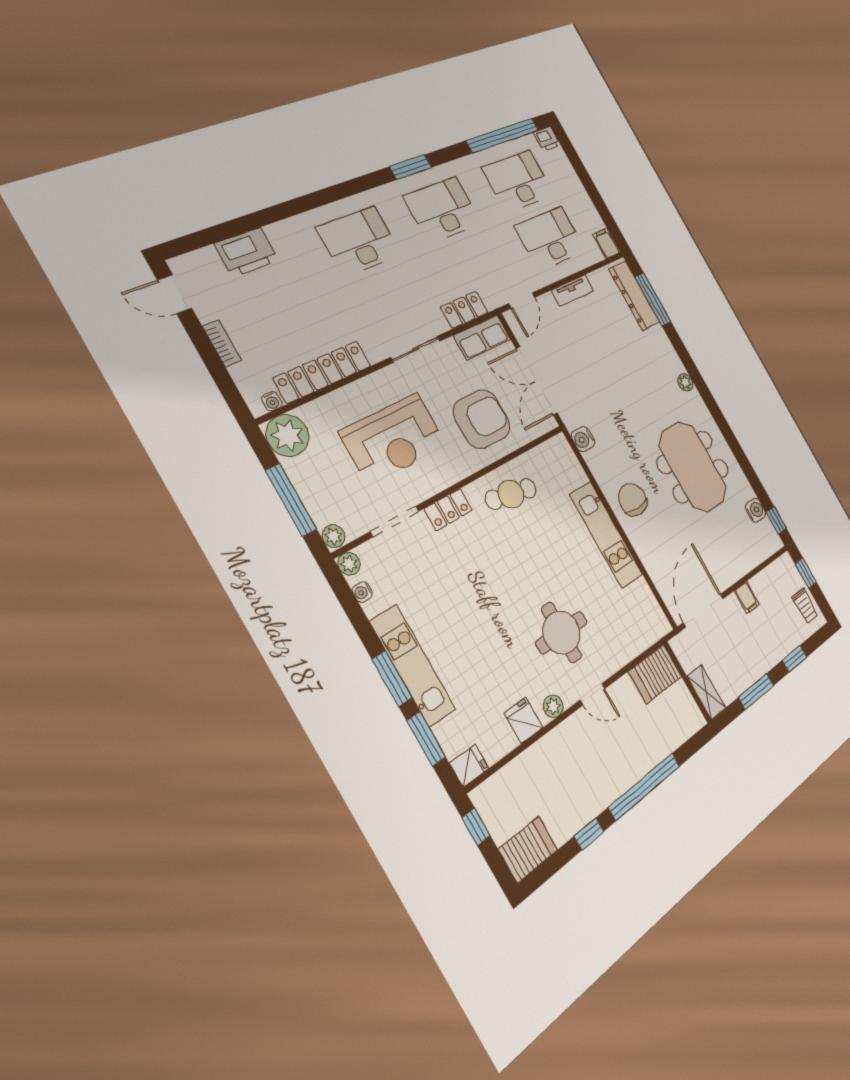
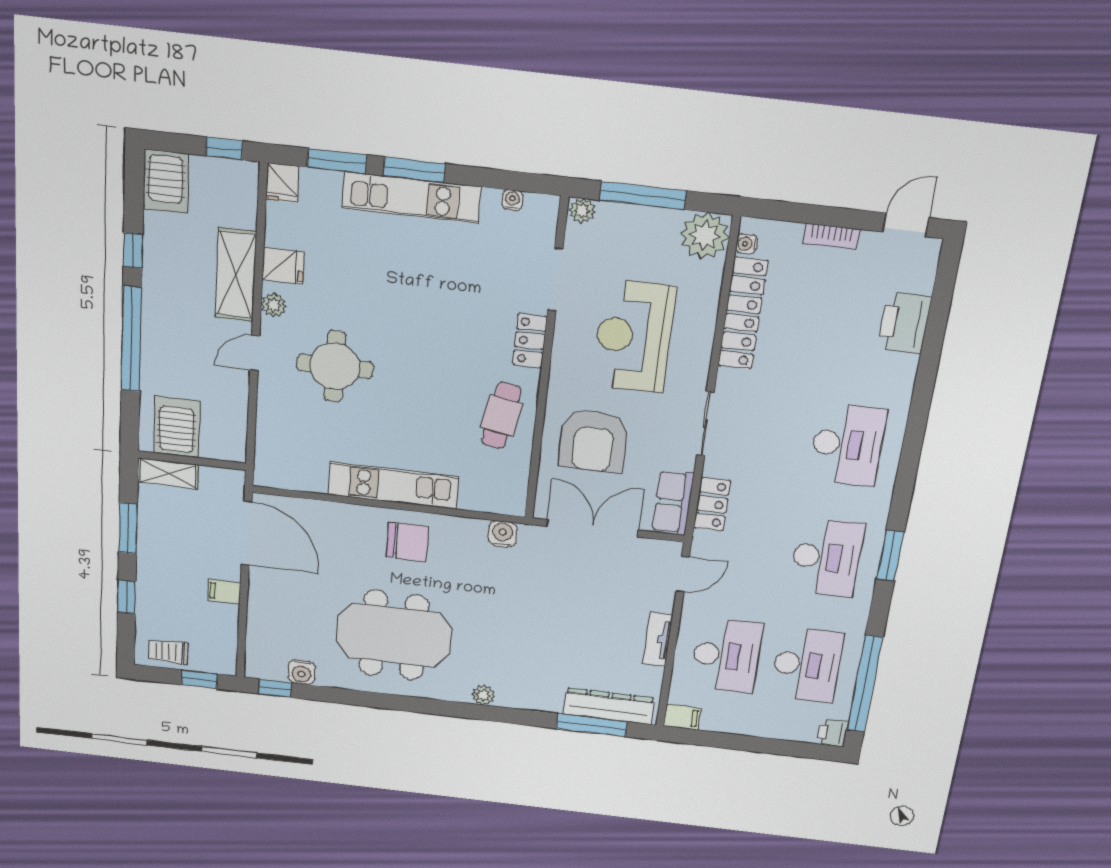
door: (522, 301) -> (683, 574), swing flipped
plant: (349, 564) -> (547, 207), removed
server rack: (655, 674) -> (177, 427), moved
shelving: (553, 749) -> (236, 275), added

